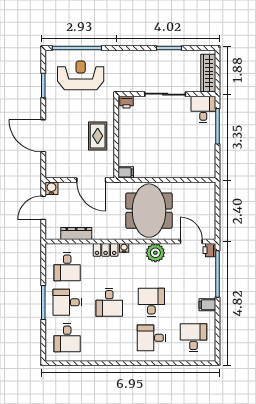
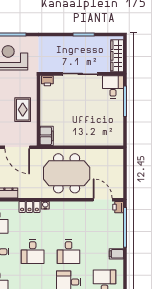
filing cabinet: (126, 172) -> (47, 136), width x2.00
meeting table: (149, 211) -> (67, 173), turned 90
plant: (155, 253) -> (72, 209), removed
desk: (151, 302) -> (69, 252), turned 180

